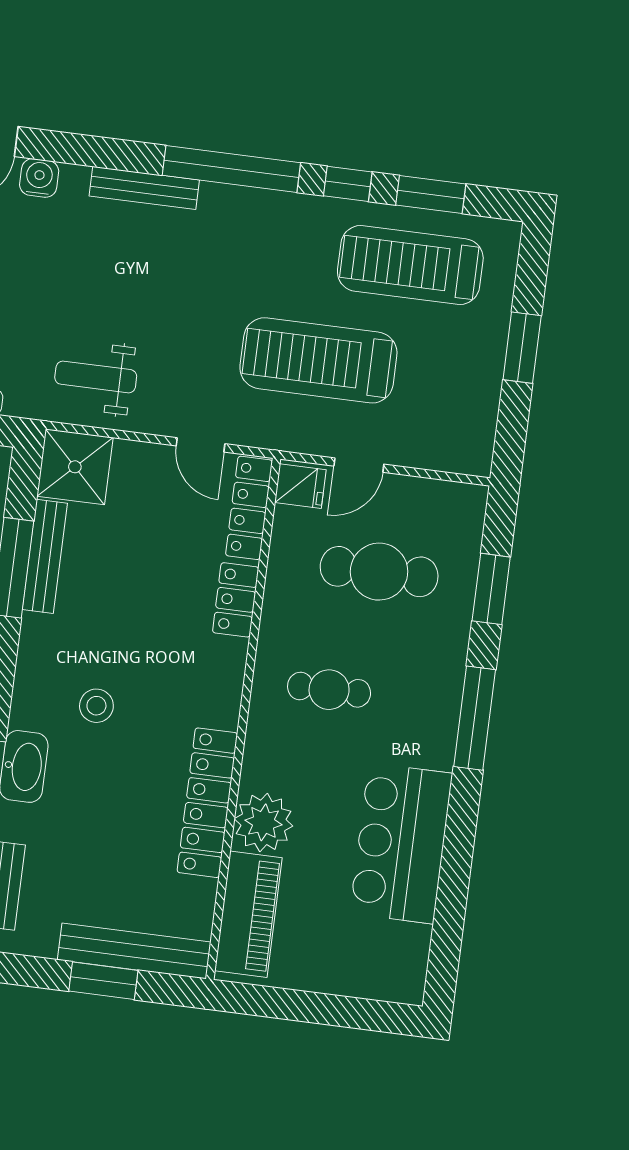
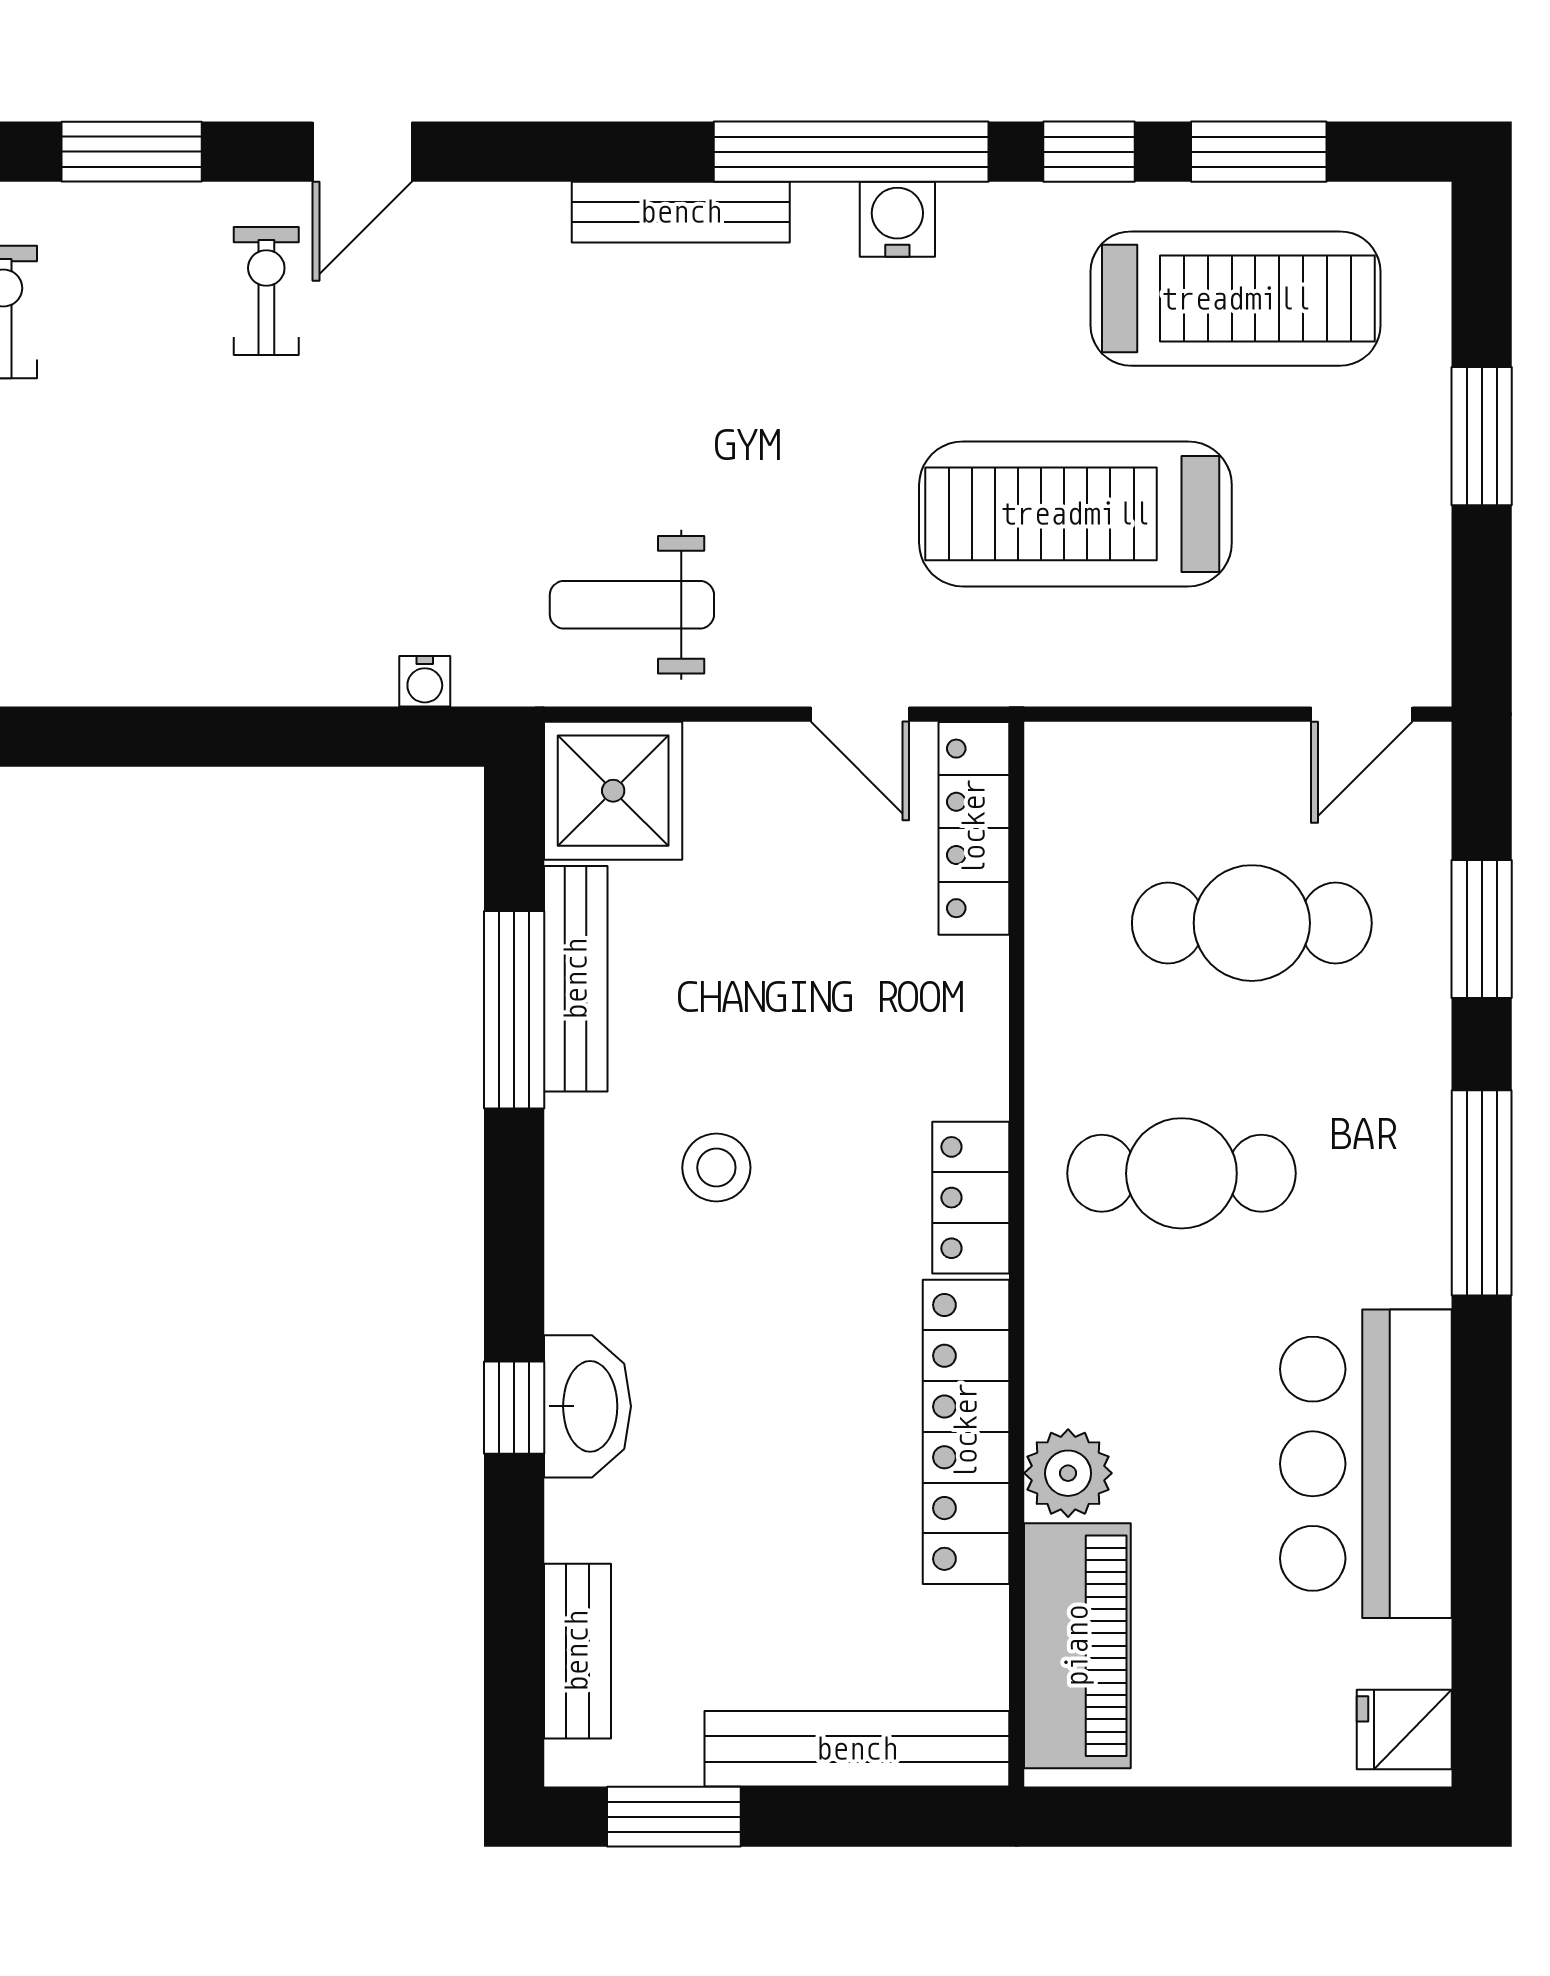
water cooler: (39, 178) -> (897, 219), moved
treadmill: (410, 265) -> (1236, 299), turned 180
door: (359, 465) -> (1362, 714), moved
fridge: (300, 486) -> (1404, 1730), moved, turned 180
locker: (236, 600) -> (971, 1198), moved
cafe table: (329, 690) -> (1181, 1173), width x1.37, depth x1.35
stool: (96, 706) -> (716, 1168), moved
plant: (264, 822) -> (1068, 1473), width x0.73, depth x0.73
window: (103, 981) -> (674, 1817), moved

